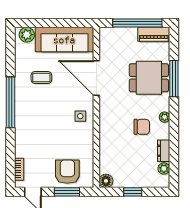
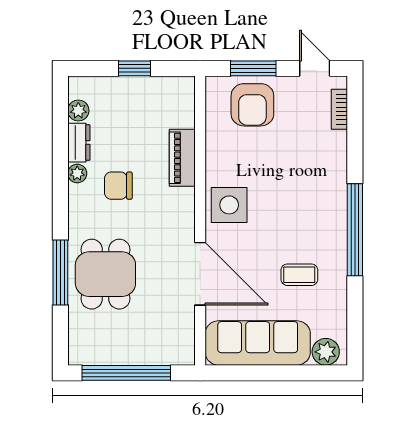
piano: (154, 34) -> (182, 158), moved, turned -90
dining table: (149, 78) -> (105, 274), turned 90
side table: (80, 116) -> (229, 205), width x1.87, depth x1.87
plant: (165, 117) -> (77, 173), moved
floor lamp: (106, 181) -> (183, 88), removed

